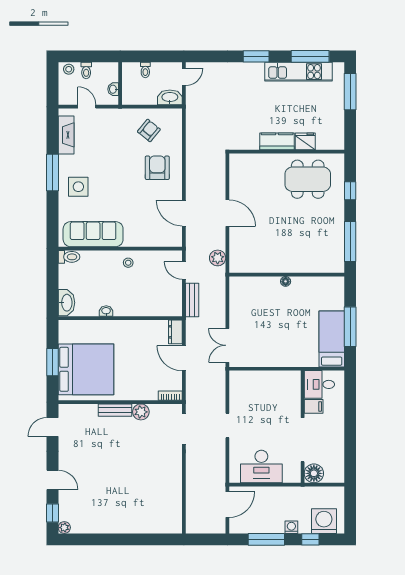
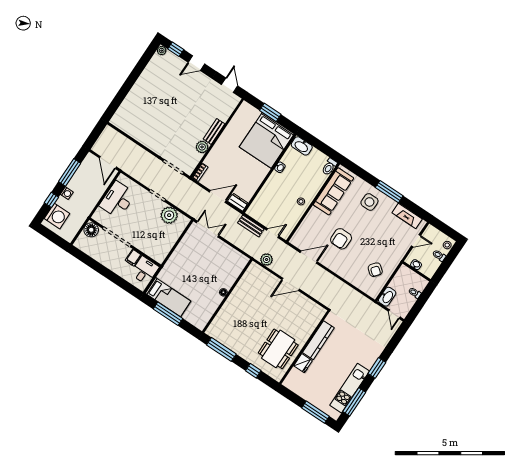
kitchen counter: (277, 141) -> (318, 340), width x1.50
armchair: (157, 168) -> (341, 239), moved, turned 90
bed: (86, 369) -> (267, 140), moved
plant: (240, 398) -> (169, 215), added

